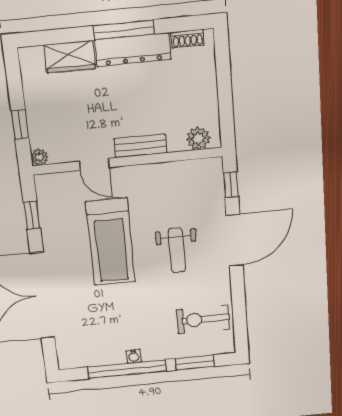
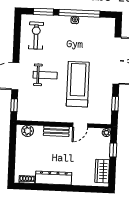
window: (124, 30) -> (57, 188), removed
wardrobe: (70, 57) -> (102, 171), moved, turned -90
door: (94, 164) -> (80, 125), swing flipped
weight bench: (177, 250) -> (45, 75), turned 90
exercise bike: (203, 319) -> (36, 36), turned -90

